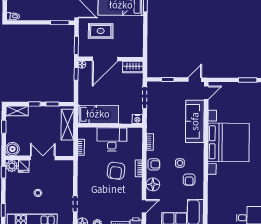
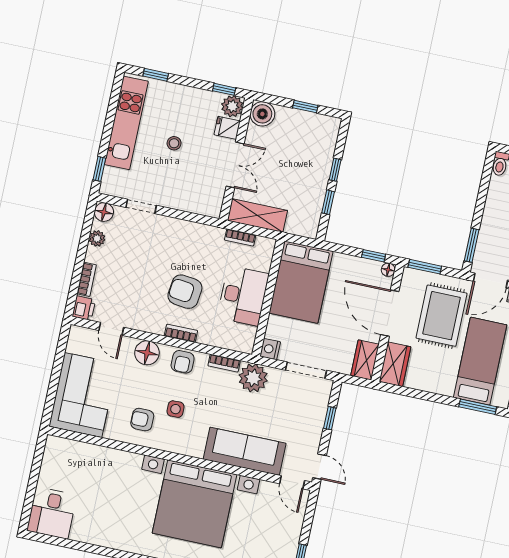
rug: (101, 31) -> (442, 316), width x1.36, depth x1.43
wardrobe: (132, 50) -> (395, 364), added
shelving: (17, 111) -> (329, 136), removed
bed: (98, 114) -> (301, 282), width x1.50
shelving: (67, 125) -> (257, 215), moved
plant: (155, 125) -> (253, 378), added

